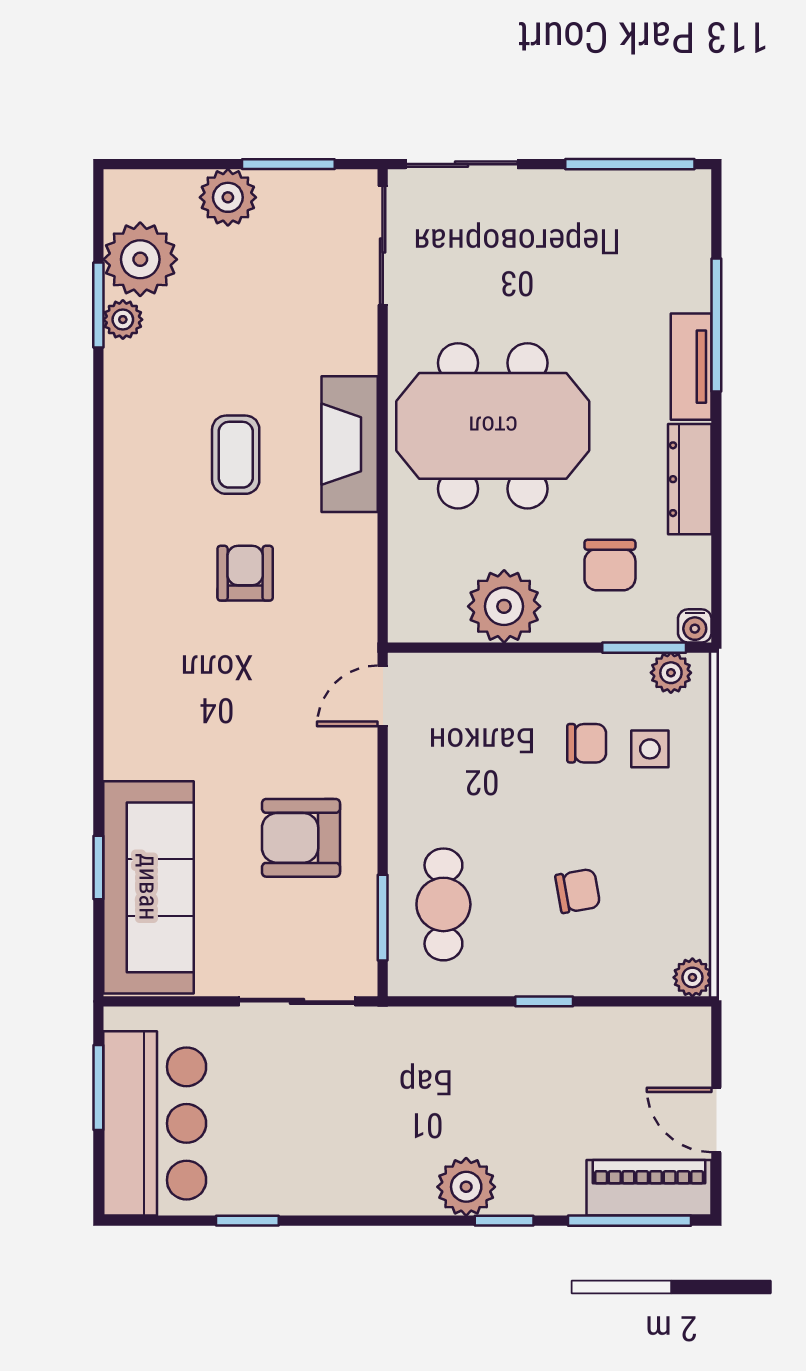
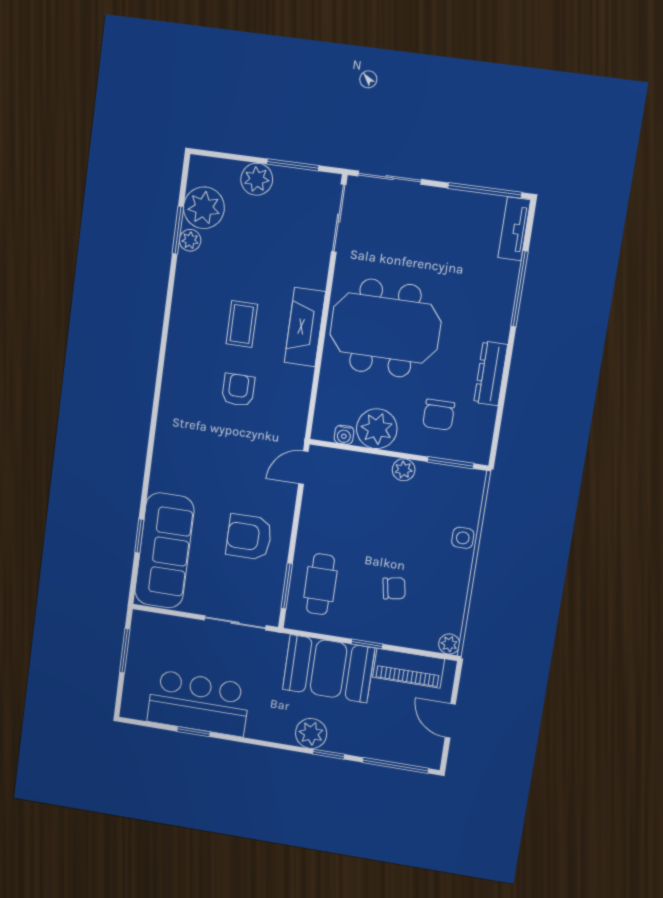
tv unit: (691, 367) -> (514, 229), moved
water cooler: (695, 626) -> (344, 435), moved
plant: (671, 673) -> (404, 470), moved
chair: (587, 743) -> (411, 510), removed
side table: (650, 749) -> (463, 538), moved
booth: (481, 1059) -> (329, 669), added
bar counter: (155, 1123) -> (198, 703), moved, turned -90
piano: (649, 1188) -> (409, 668), moved, turned 180

